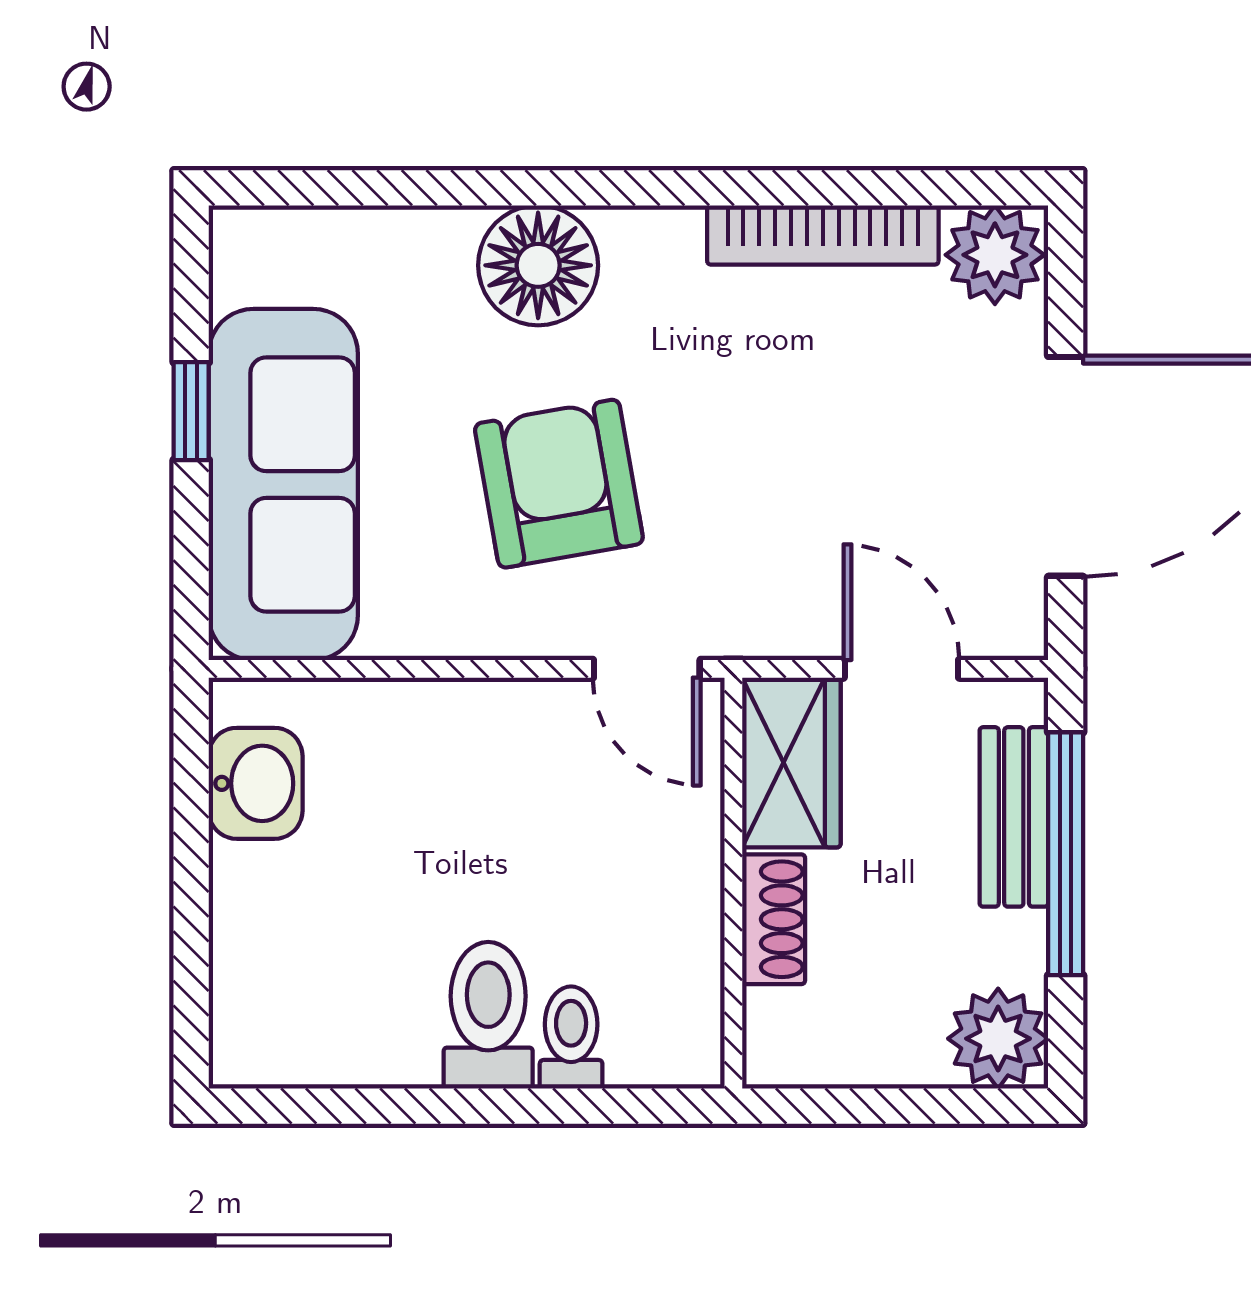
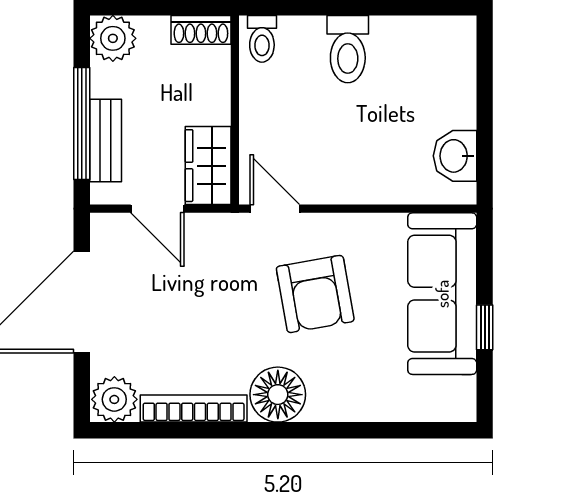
floor lamp: (538, 265) -> (278, 395), moved
shoe rack: (774, 919) -> (201, 30), moved, turned -90
toilet: (571, 1038) -> (262, 39), moved

